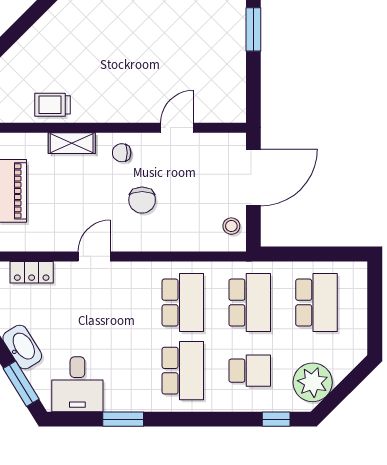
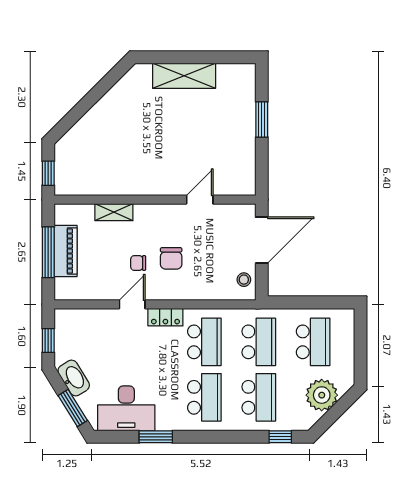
trolley: (52, 105) -> (98, 181), removed
chair: (122, 153) -> (138, 263), moved
locker: (32, 272) -> (165, 317), moved
school desk: (250, 371) -> (259, 397), width x1.85
plant: (313, 382) -> (322, 395), moved
desk: (77, 384) -> (126, 408), width x1.37

